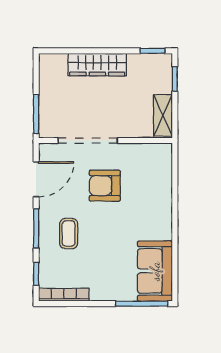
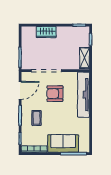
wardrobe: (97, 65) -> (46, 32), width x0.67
tv unit: (161, 188) -> (83, 95), added
sofa: (155, 271) -> (63, 144), moved, turned 90

